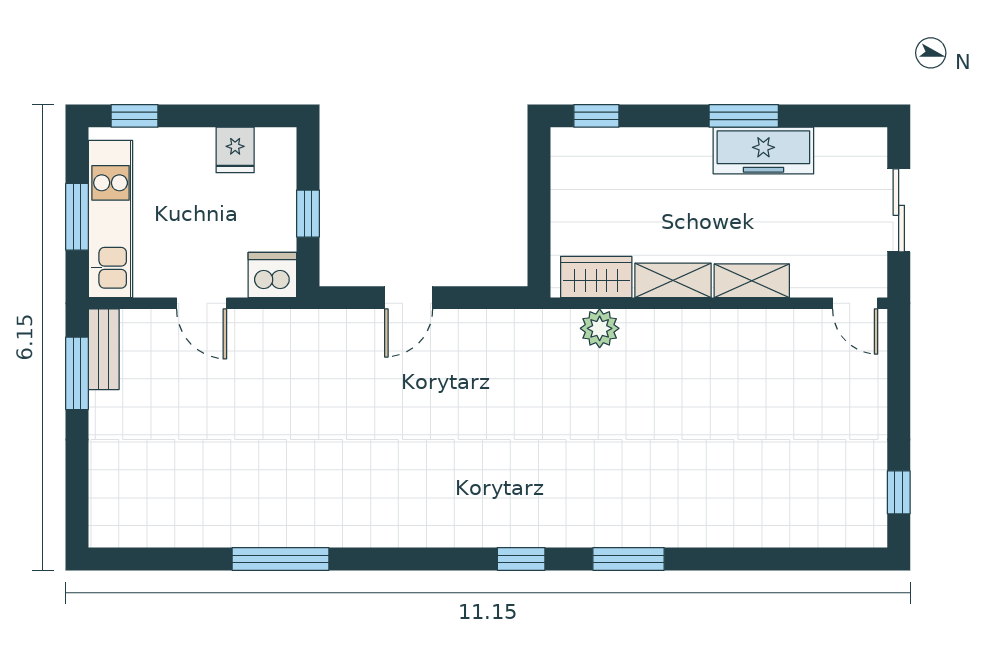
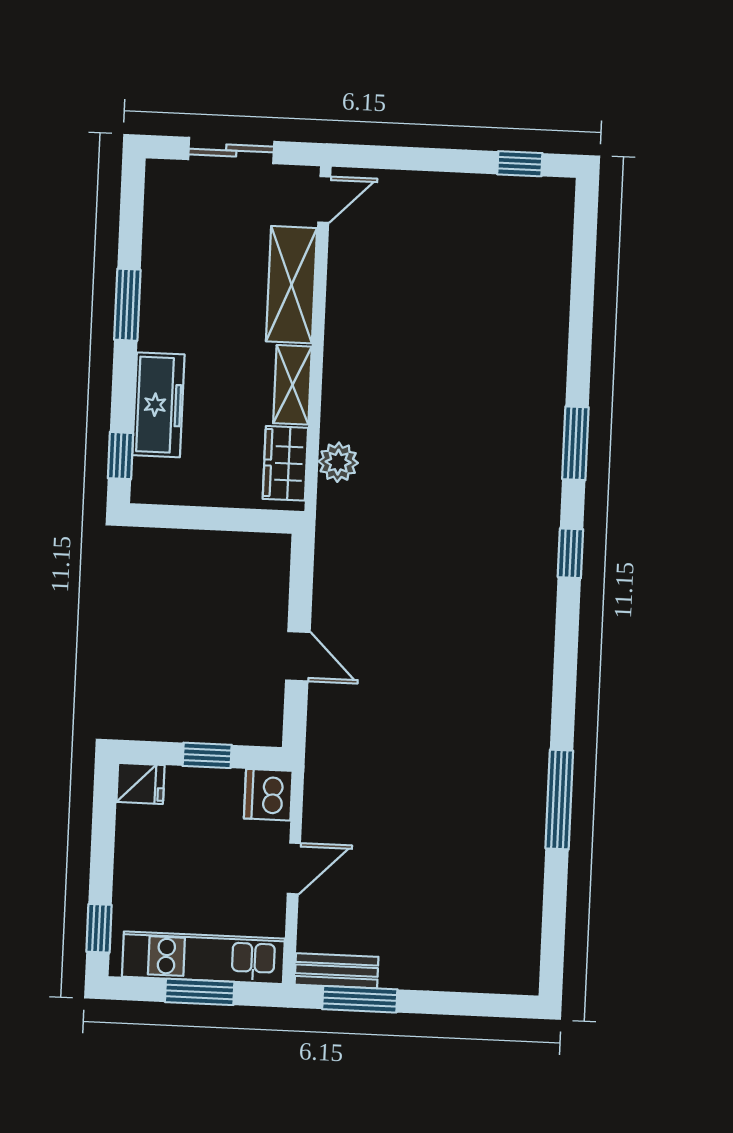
fridge: (235, 150) -> (141, 784), moved
freezer: (763, 151) -> (158, 405), moved
shelving: (752, 281) -> (292, 285), width x1.50, depth x1.33

